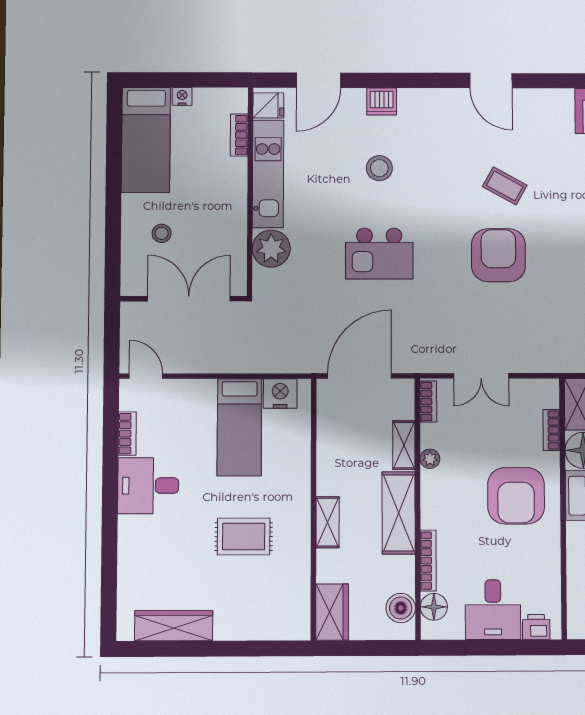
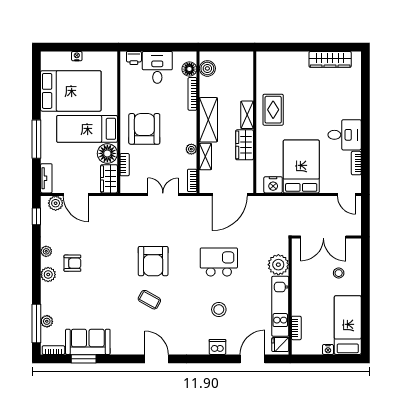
bed: (239, 427) -> (301, 166), width x1.50
rug: (244, 536) -> (273, 110), moved, turned 90
wardrobe: (332, 612) -> (245, 145), moved

